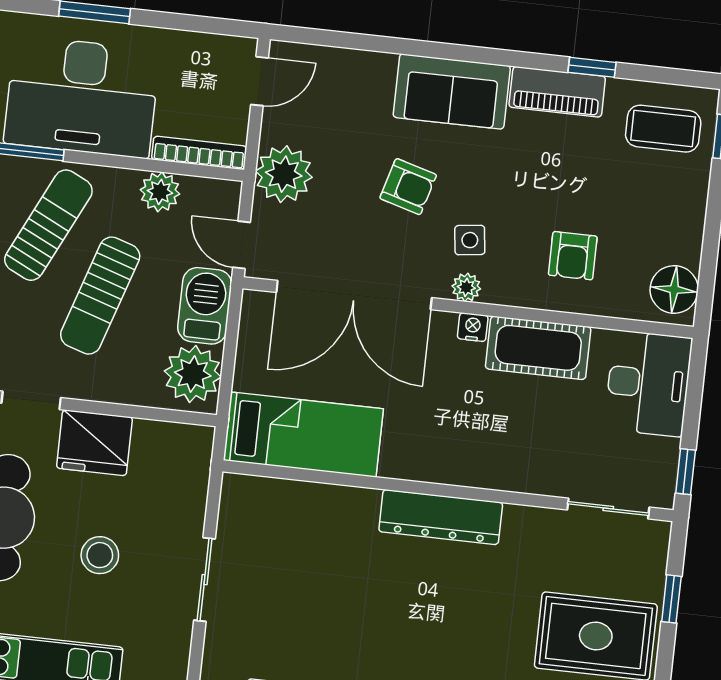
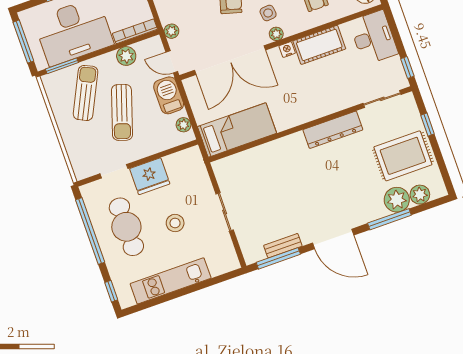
plant: (284, 174) -> (171, 31), width x0.53, depth x0.53
plant: (193, 374) -> (183, 125), width x0.53, depth x0.53
dresser: (441, 517) -> (333, 130), moved

